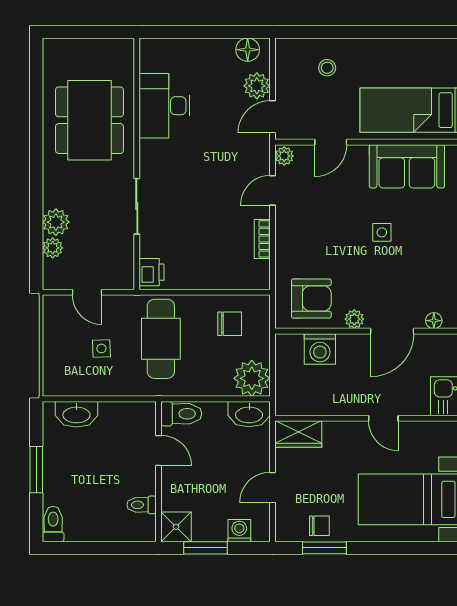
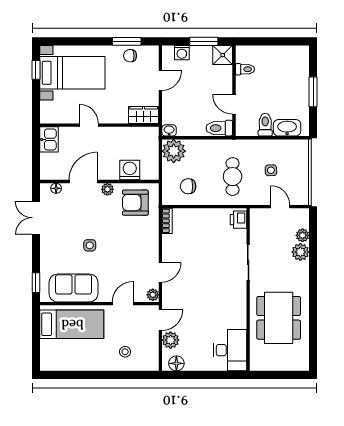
desk: (165, 106) -> (230, 350), moved
bookcase: (262, 239) -> (167, 221), moved
cafe table: (161, 339) -> (233, 177), width x0.73, depth x0.74
washbasin: (249, 414) -> (169, 130), width x0.52, depth x0.69
toilet: (53, 524) -> (265, 125), moved, turned 180

